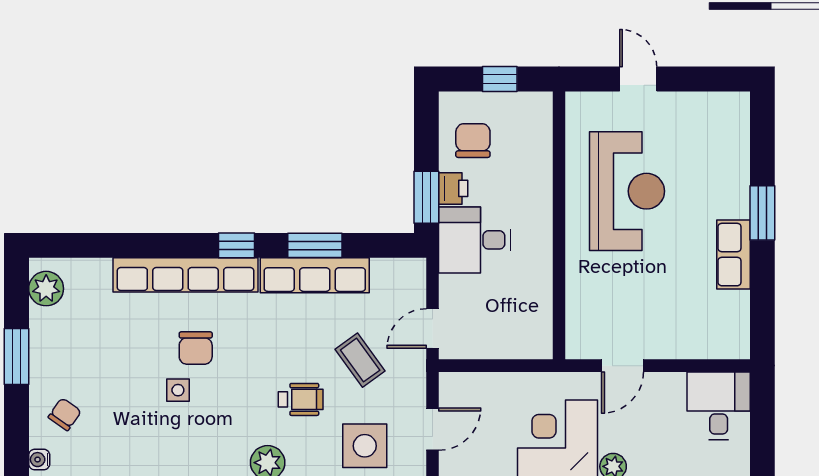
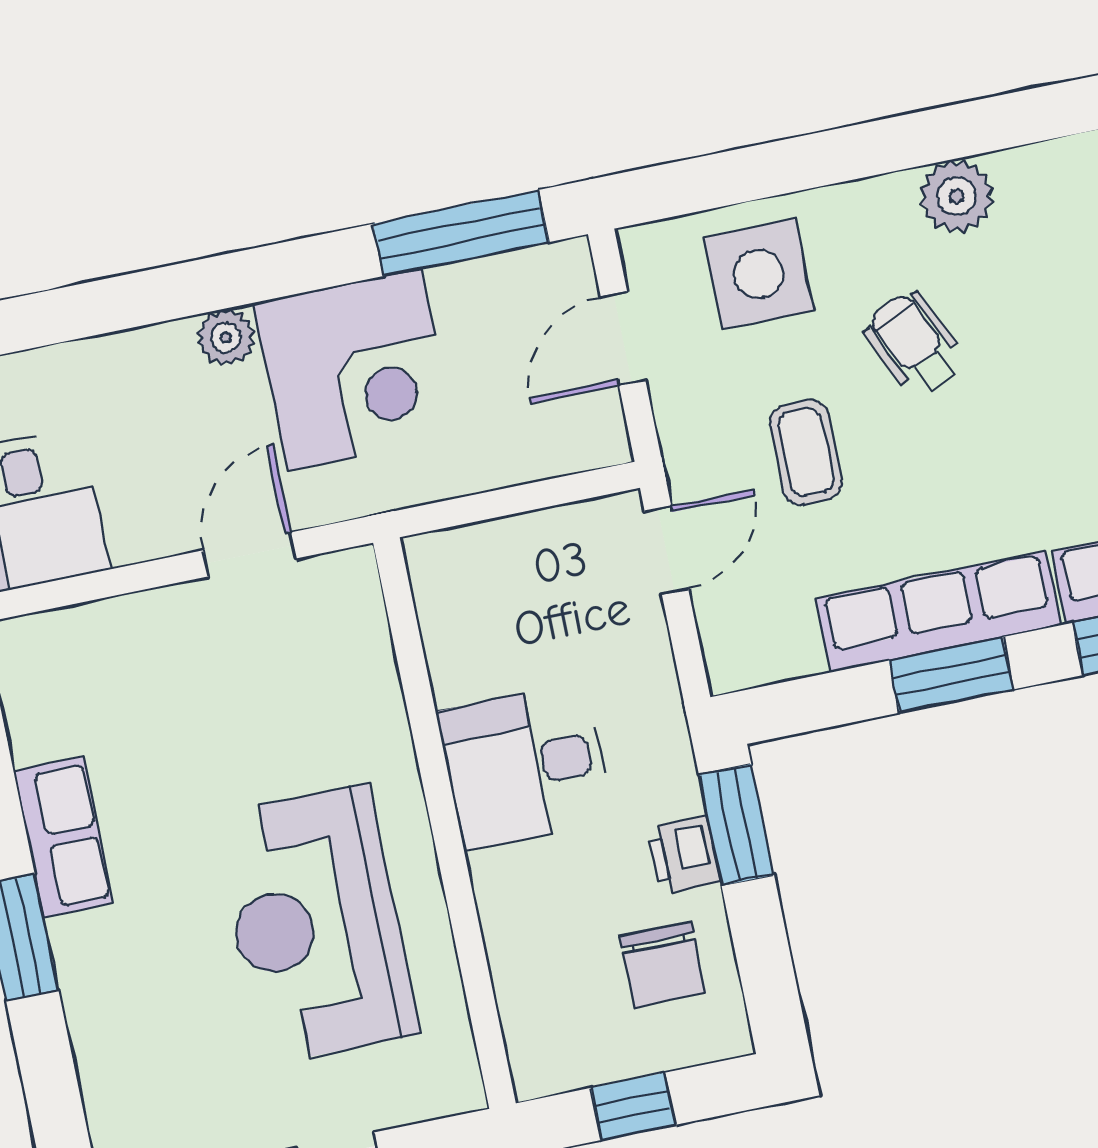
desk: (475, 240) -> (525, 766), moved, turned 180
coffee table: (360, 360) -> (806, 452), turned 36
wheelchair: (301, 399) -> (914, 344), turned 65

